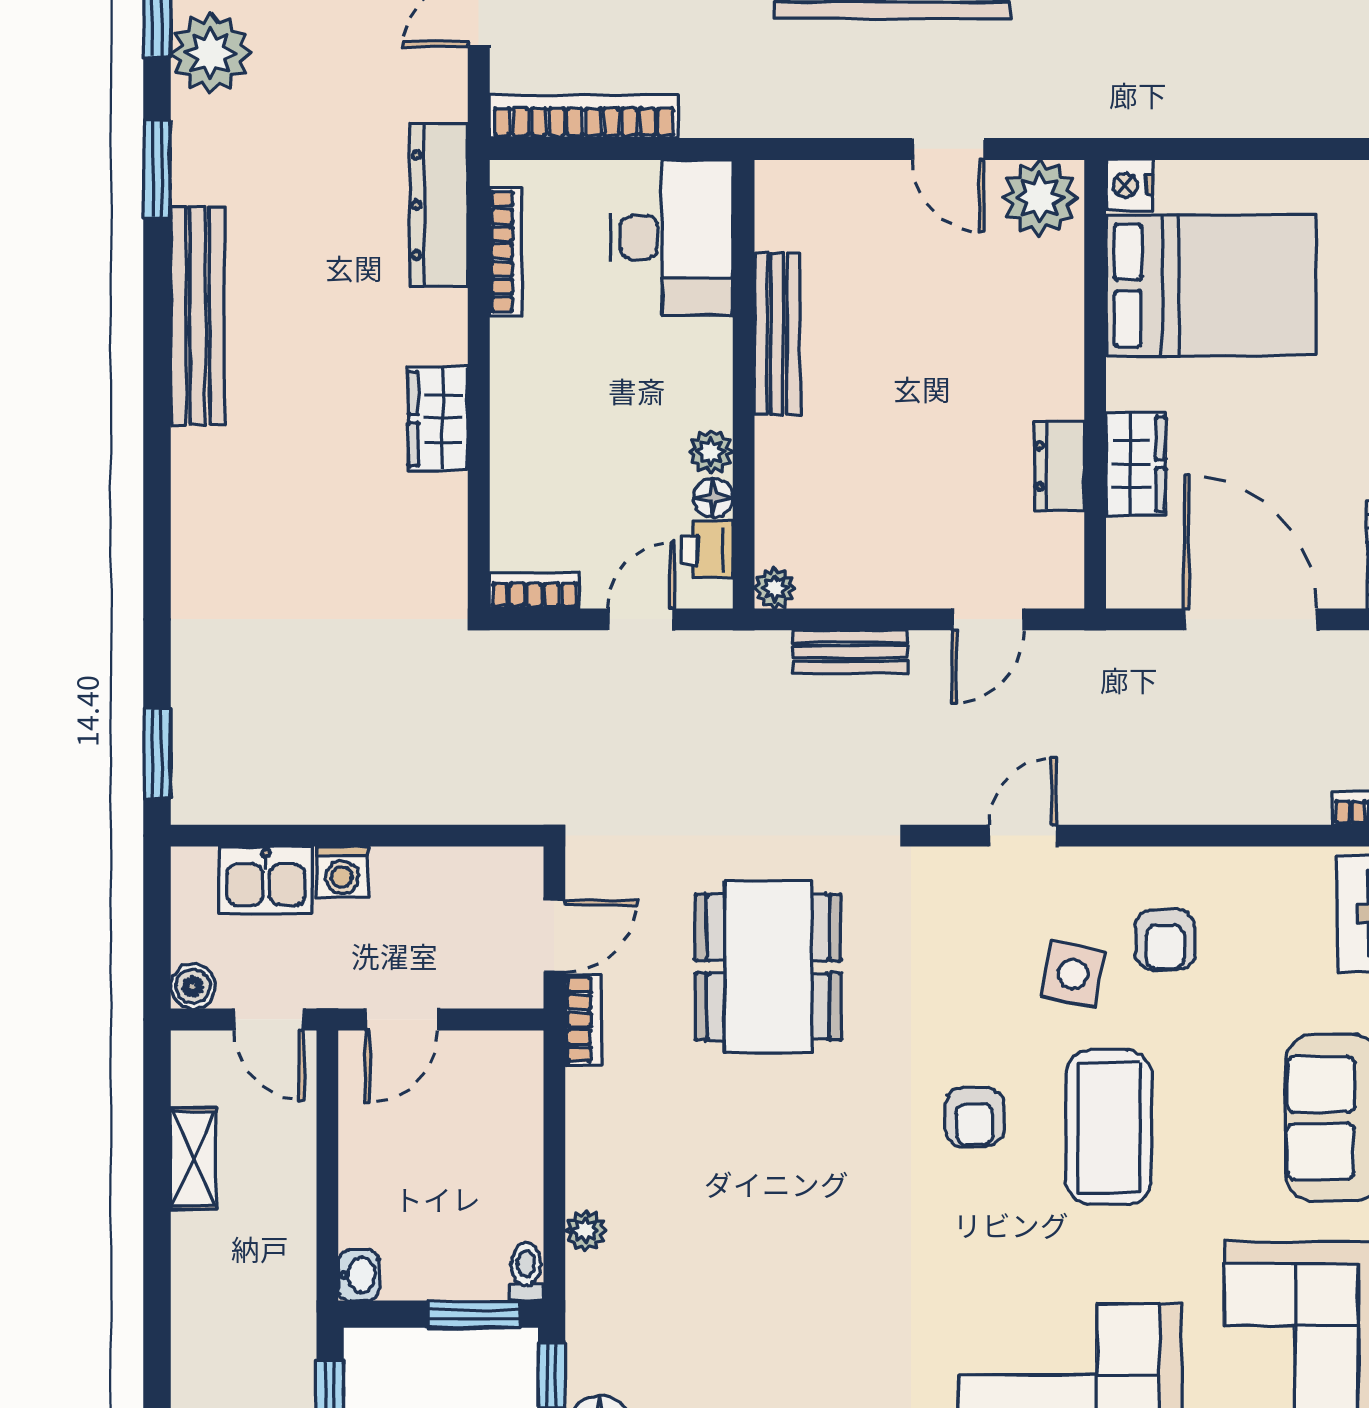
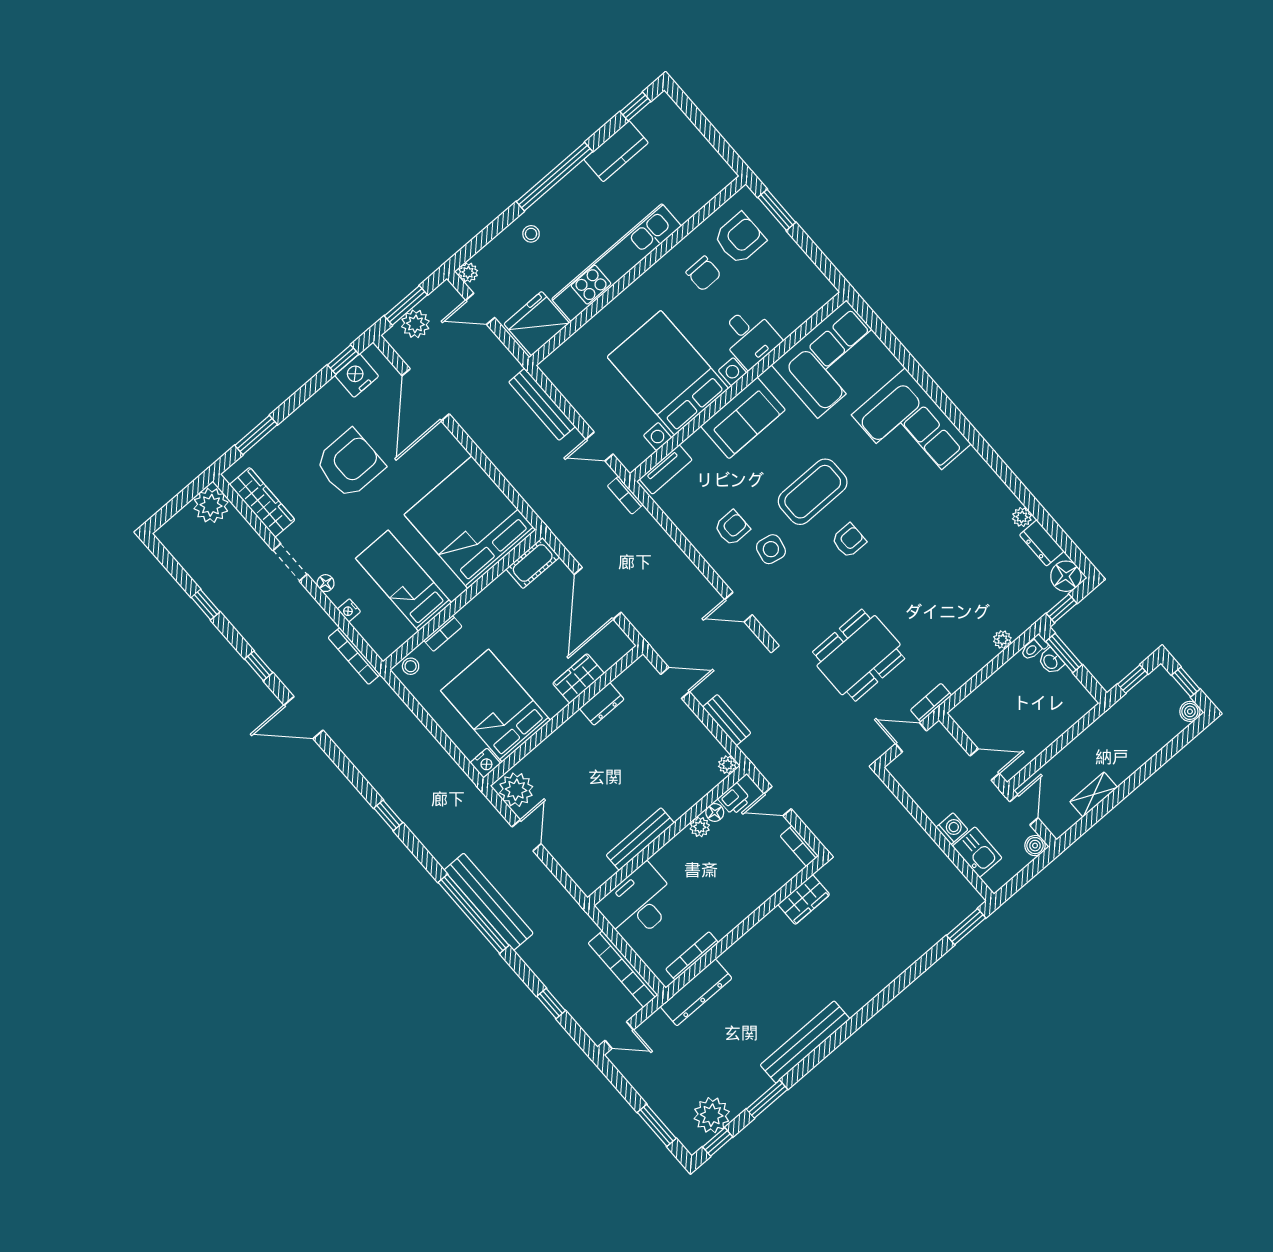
wardrobe: (438, 419) -> (804, 900), moved
washbasin: (359, 1275) -> (1051, 661), moved, turned -90

